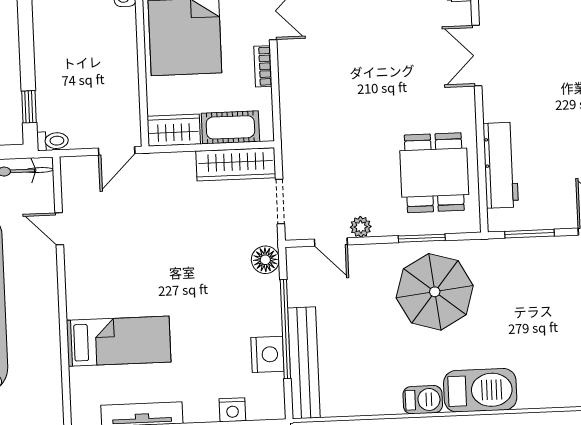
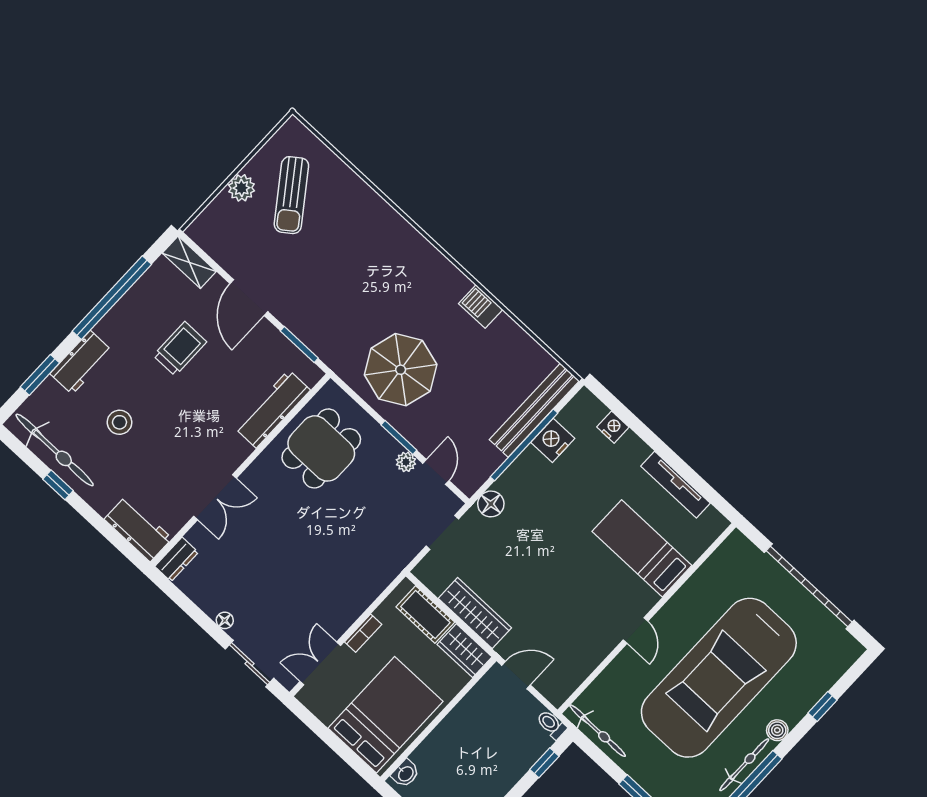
wardrobe: (236, 164) -> (475, 613), moved
door: (59, 229) -> (635, 630), moved
window: (422, 238) -> (399, 437), moved
barbecue: (480, 390) -> (436, 274), removed

